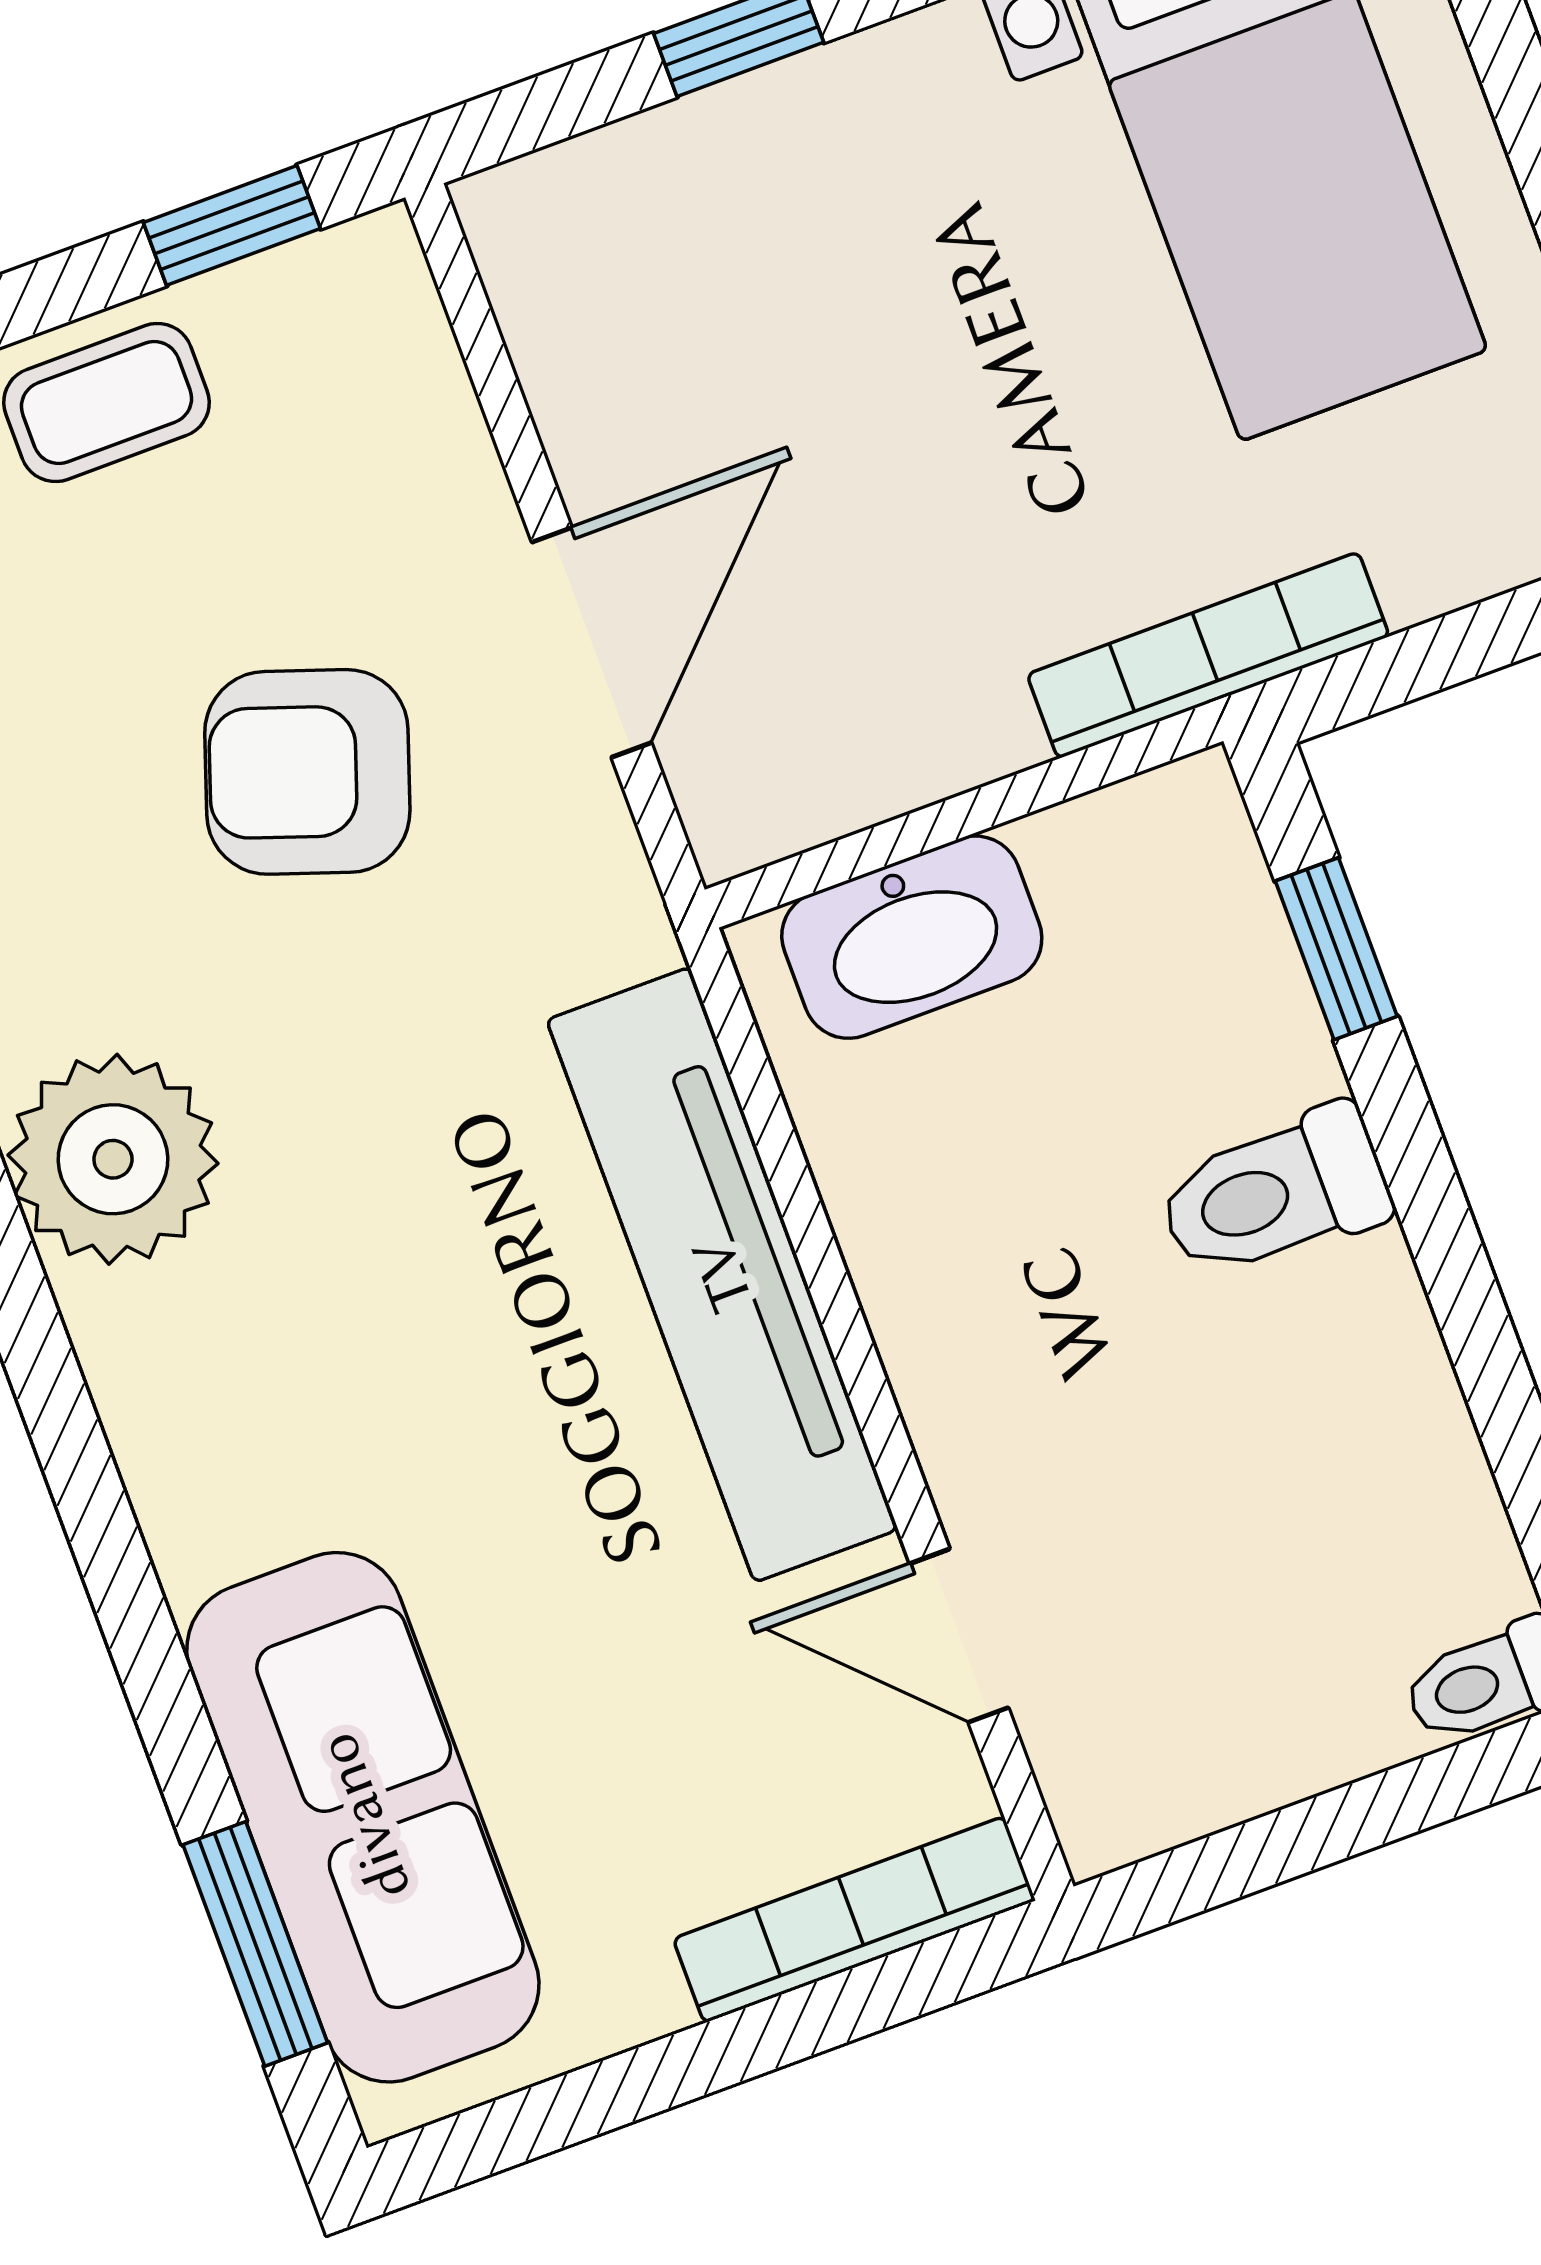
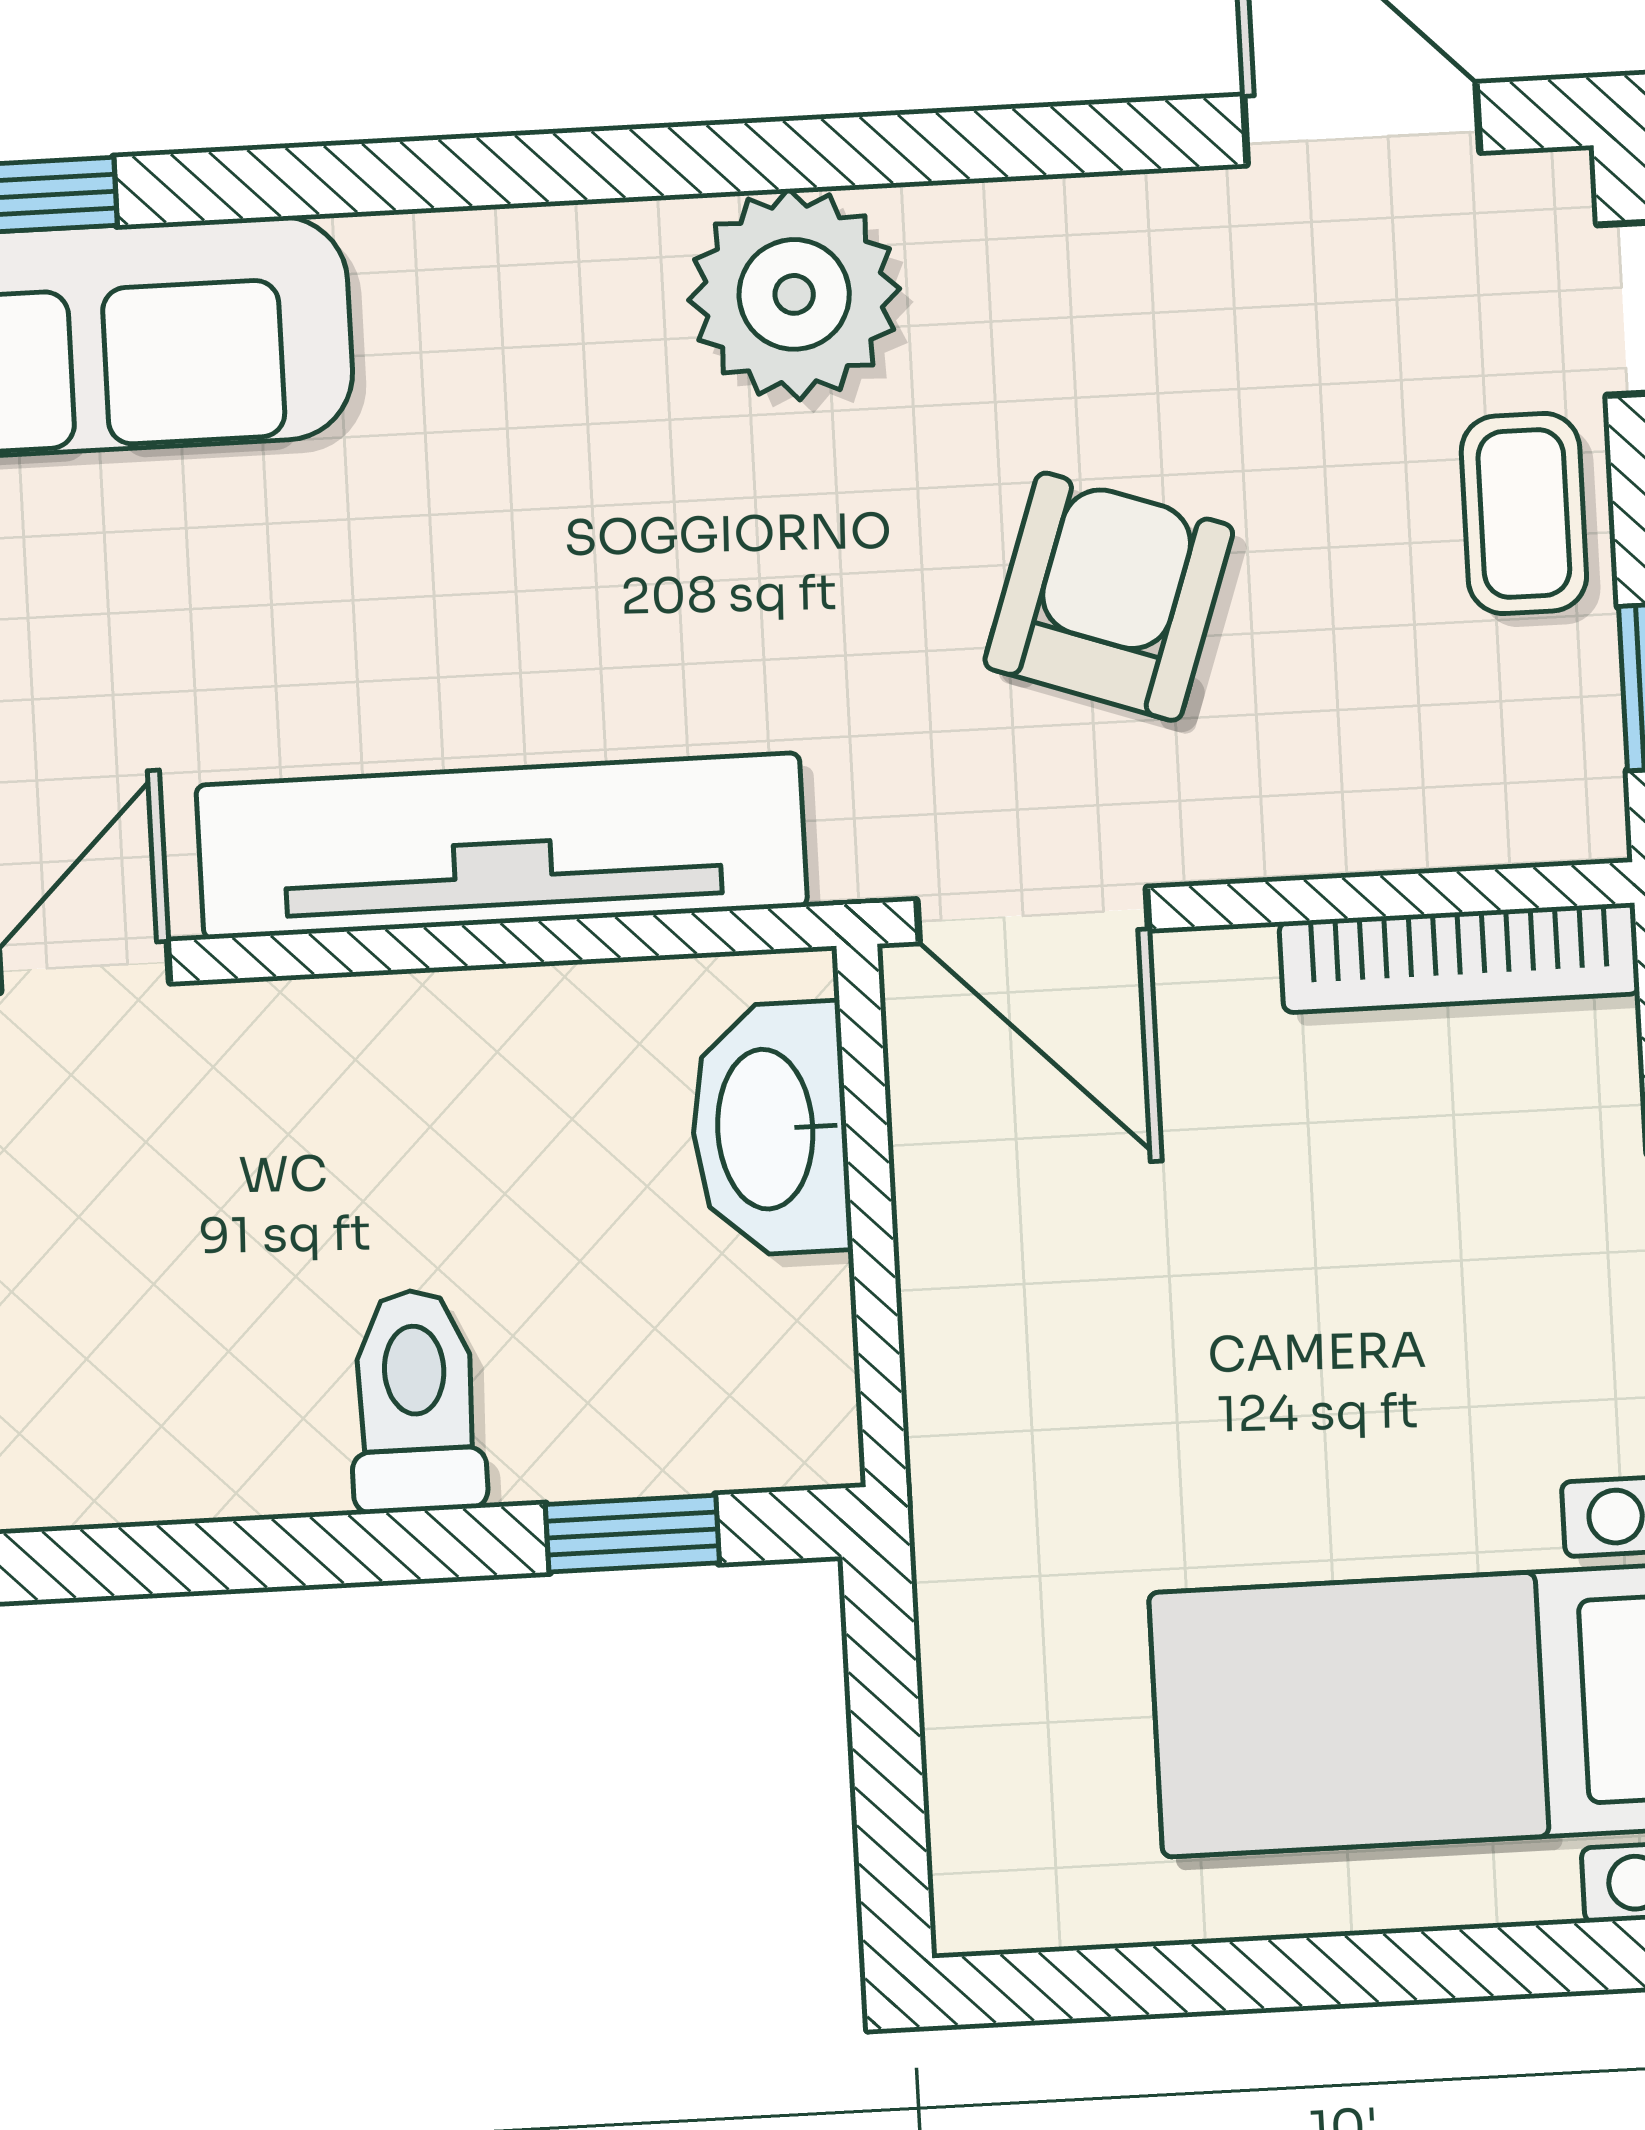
door: (592, 642) -> (1033, 915), moved
bookcase: (1208, 655) -> (1459, 958), moved, turned 90

